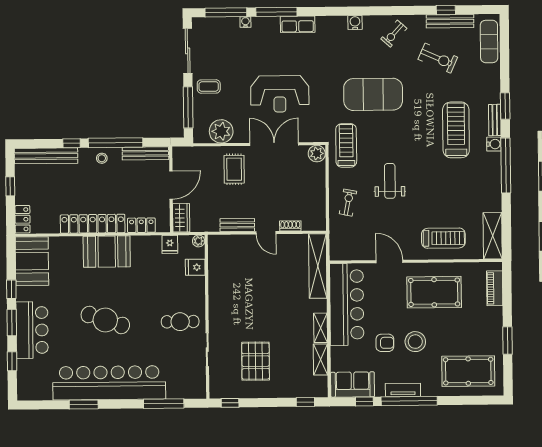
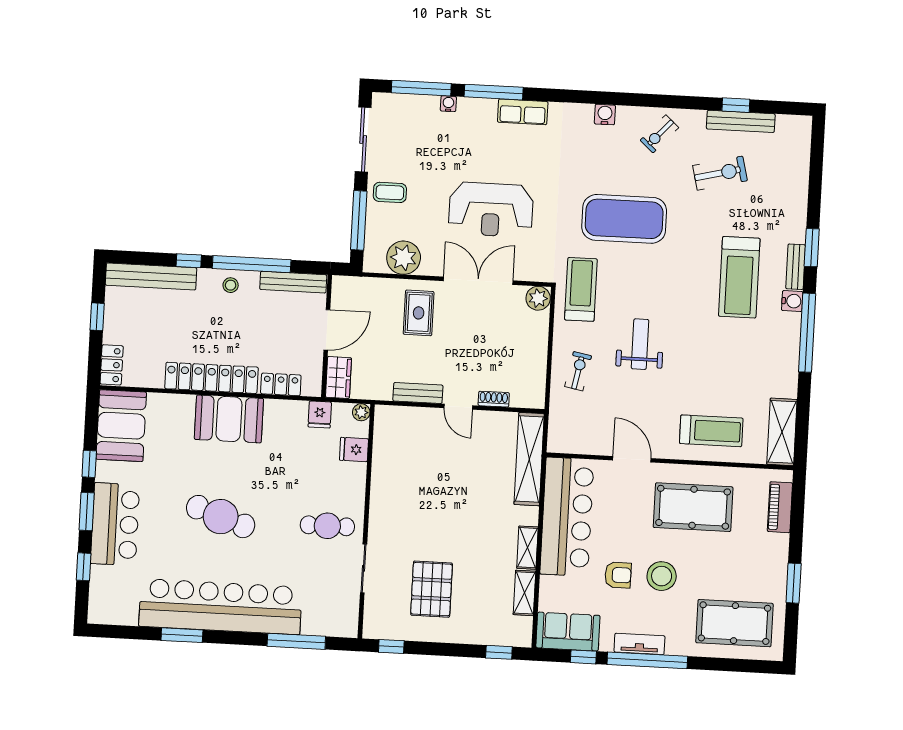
exercise mat: (489, 41) -> (795, 154), removed
exercise bike: (438, 58) -> (720, 173), turned -38
treadmill: (456, 130) -> (739, 277), turned 180

